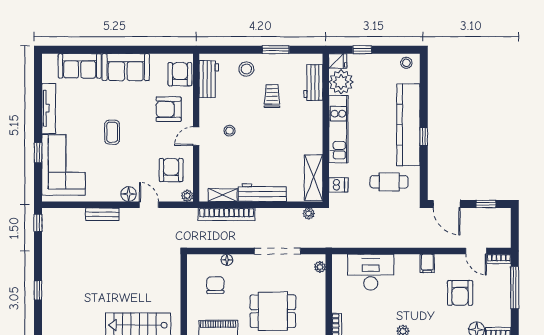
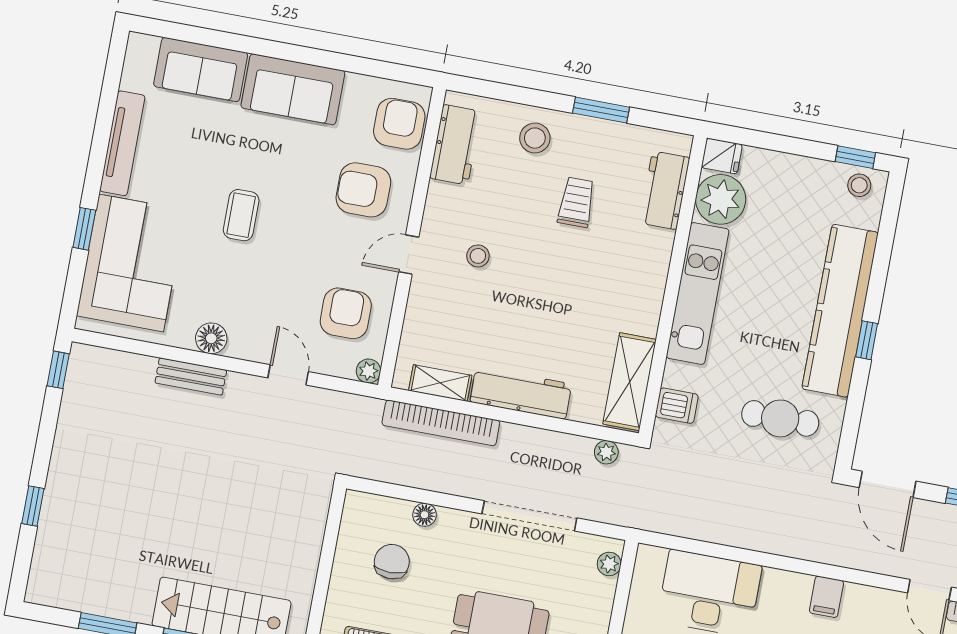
window: (362, 50) -> (855, 157), moved
floor lamp: (129, 194) -> (211, 338), moved

